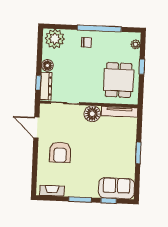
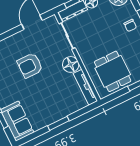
dining table: (119, 80) -> (113, 71), turned 90
armchair: (60, 152) -> (30, 65), moved

